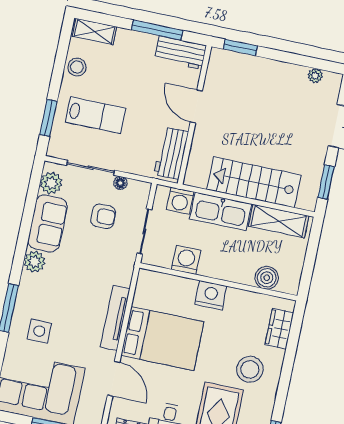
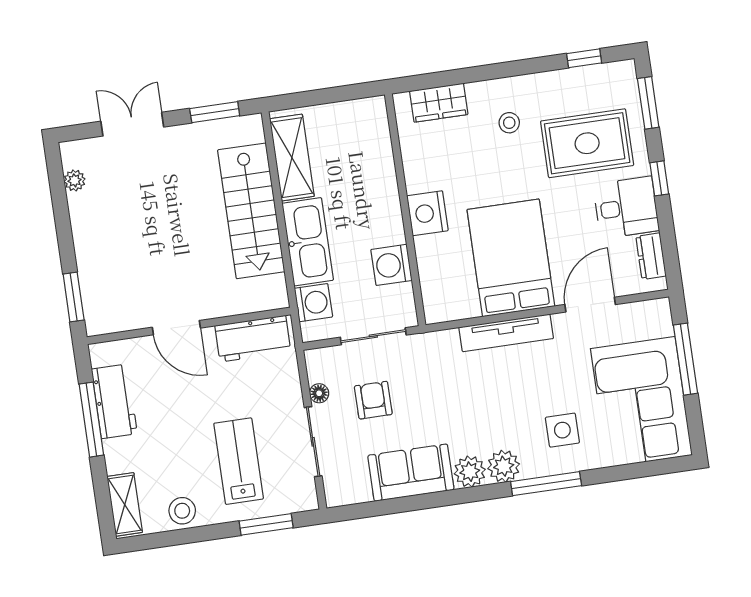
workbench: (180, 53) -> (114, 401), moved
door: (196, 107) -> (176, 328), hinge flipped
plant: (51, 183) -> (504, 466), moved
boiler: (267, 278) -> (375, 146), removed
stool: (250, 369) -> (509, 123), width x0.53, depth x0.53

